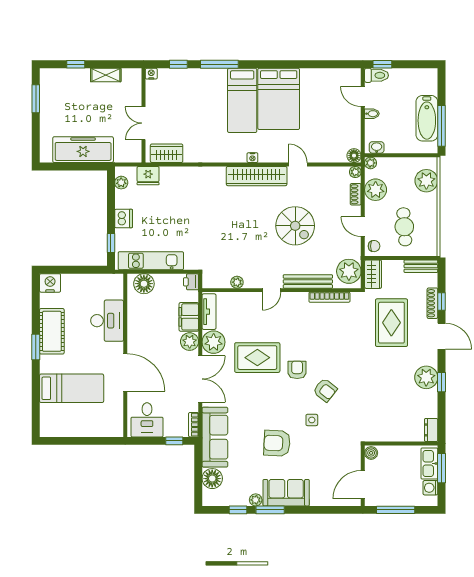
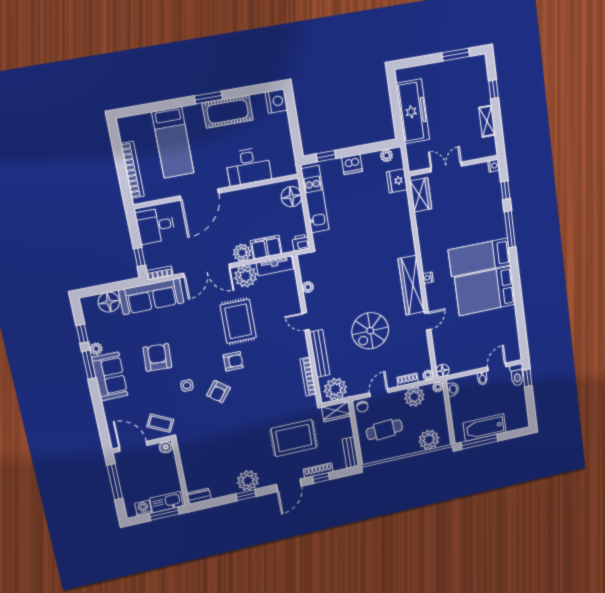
bookcase: (90, 431) -> (132, 170), added
coffee table: (345, 454) -> (160, 423), added

